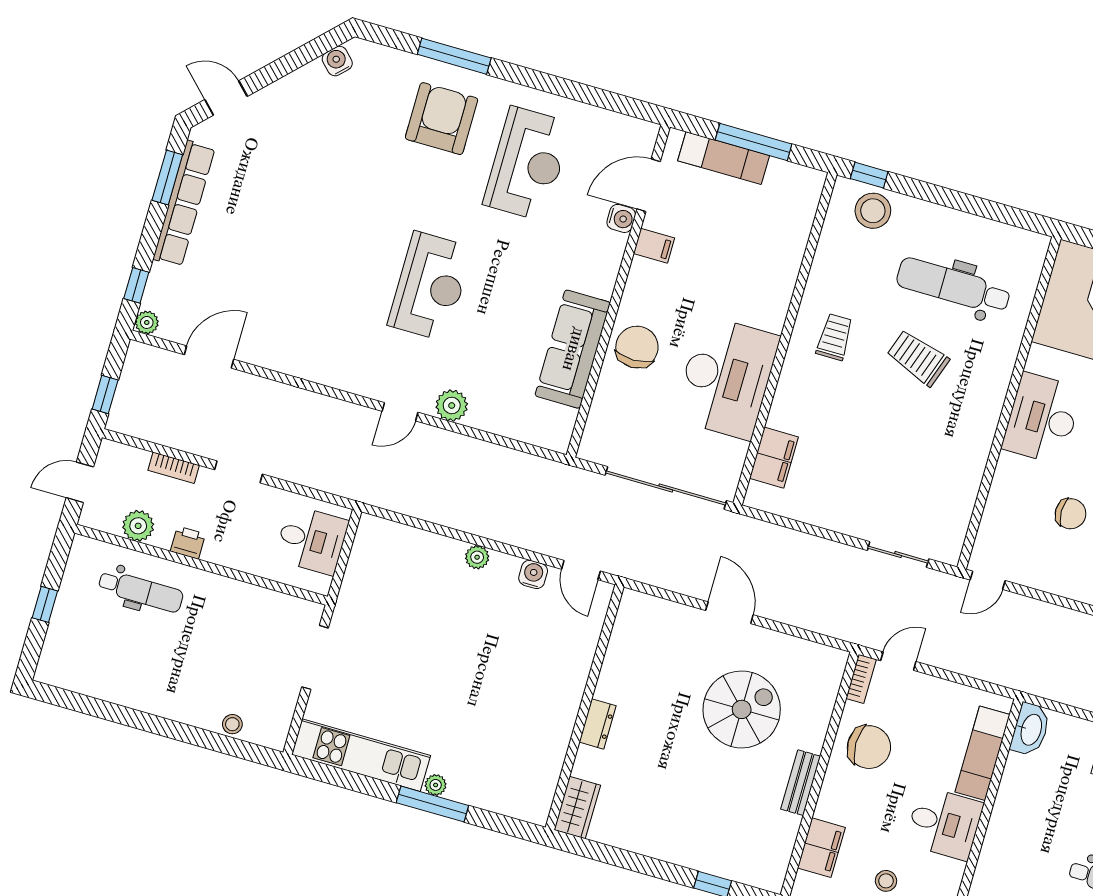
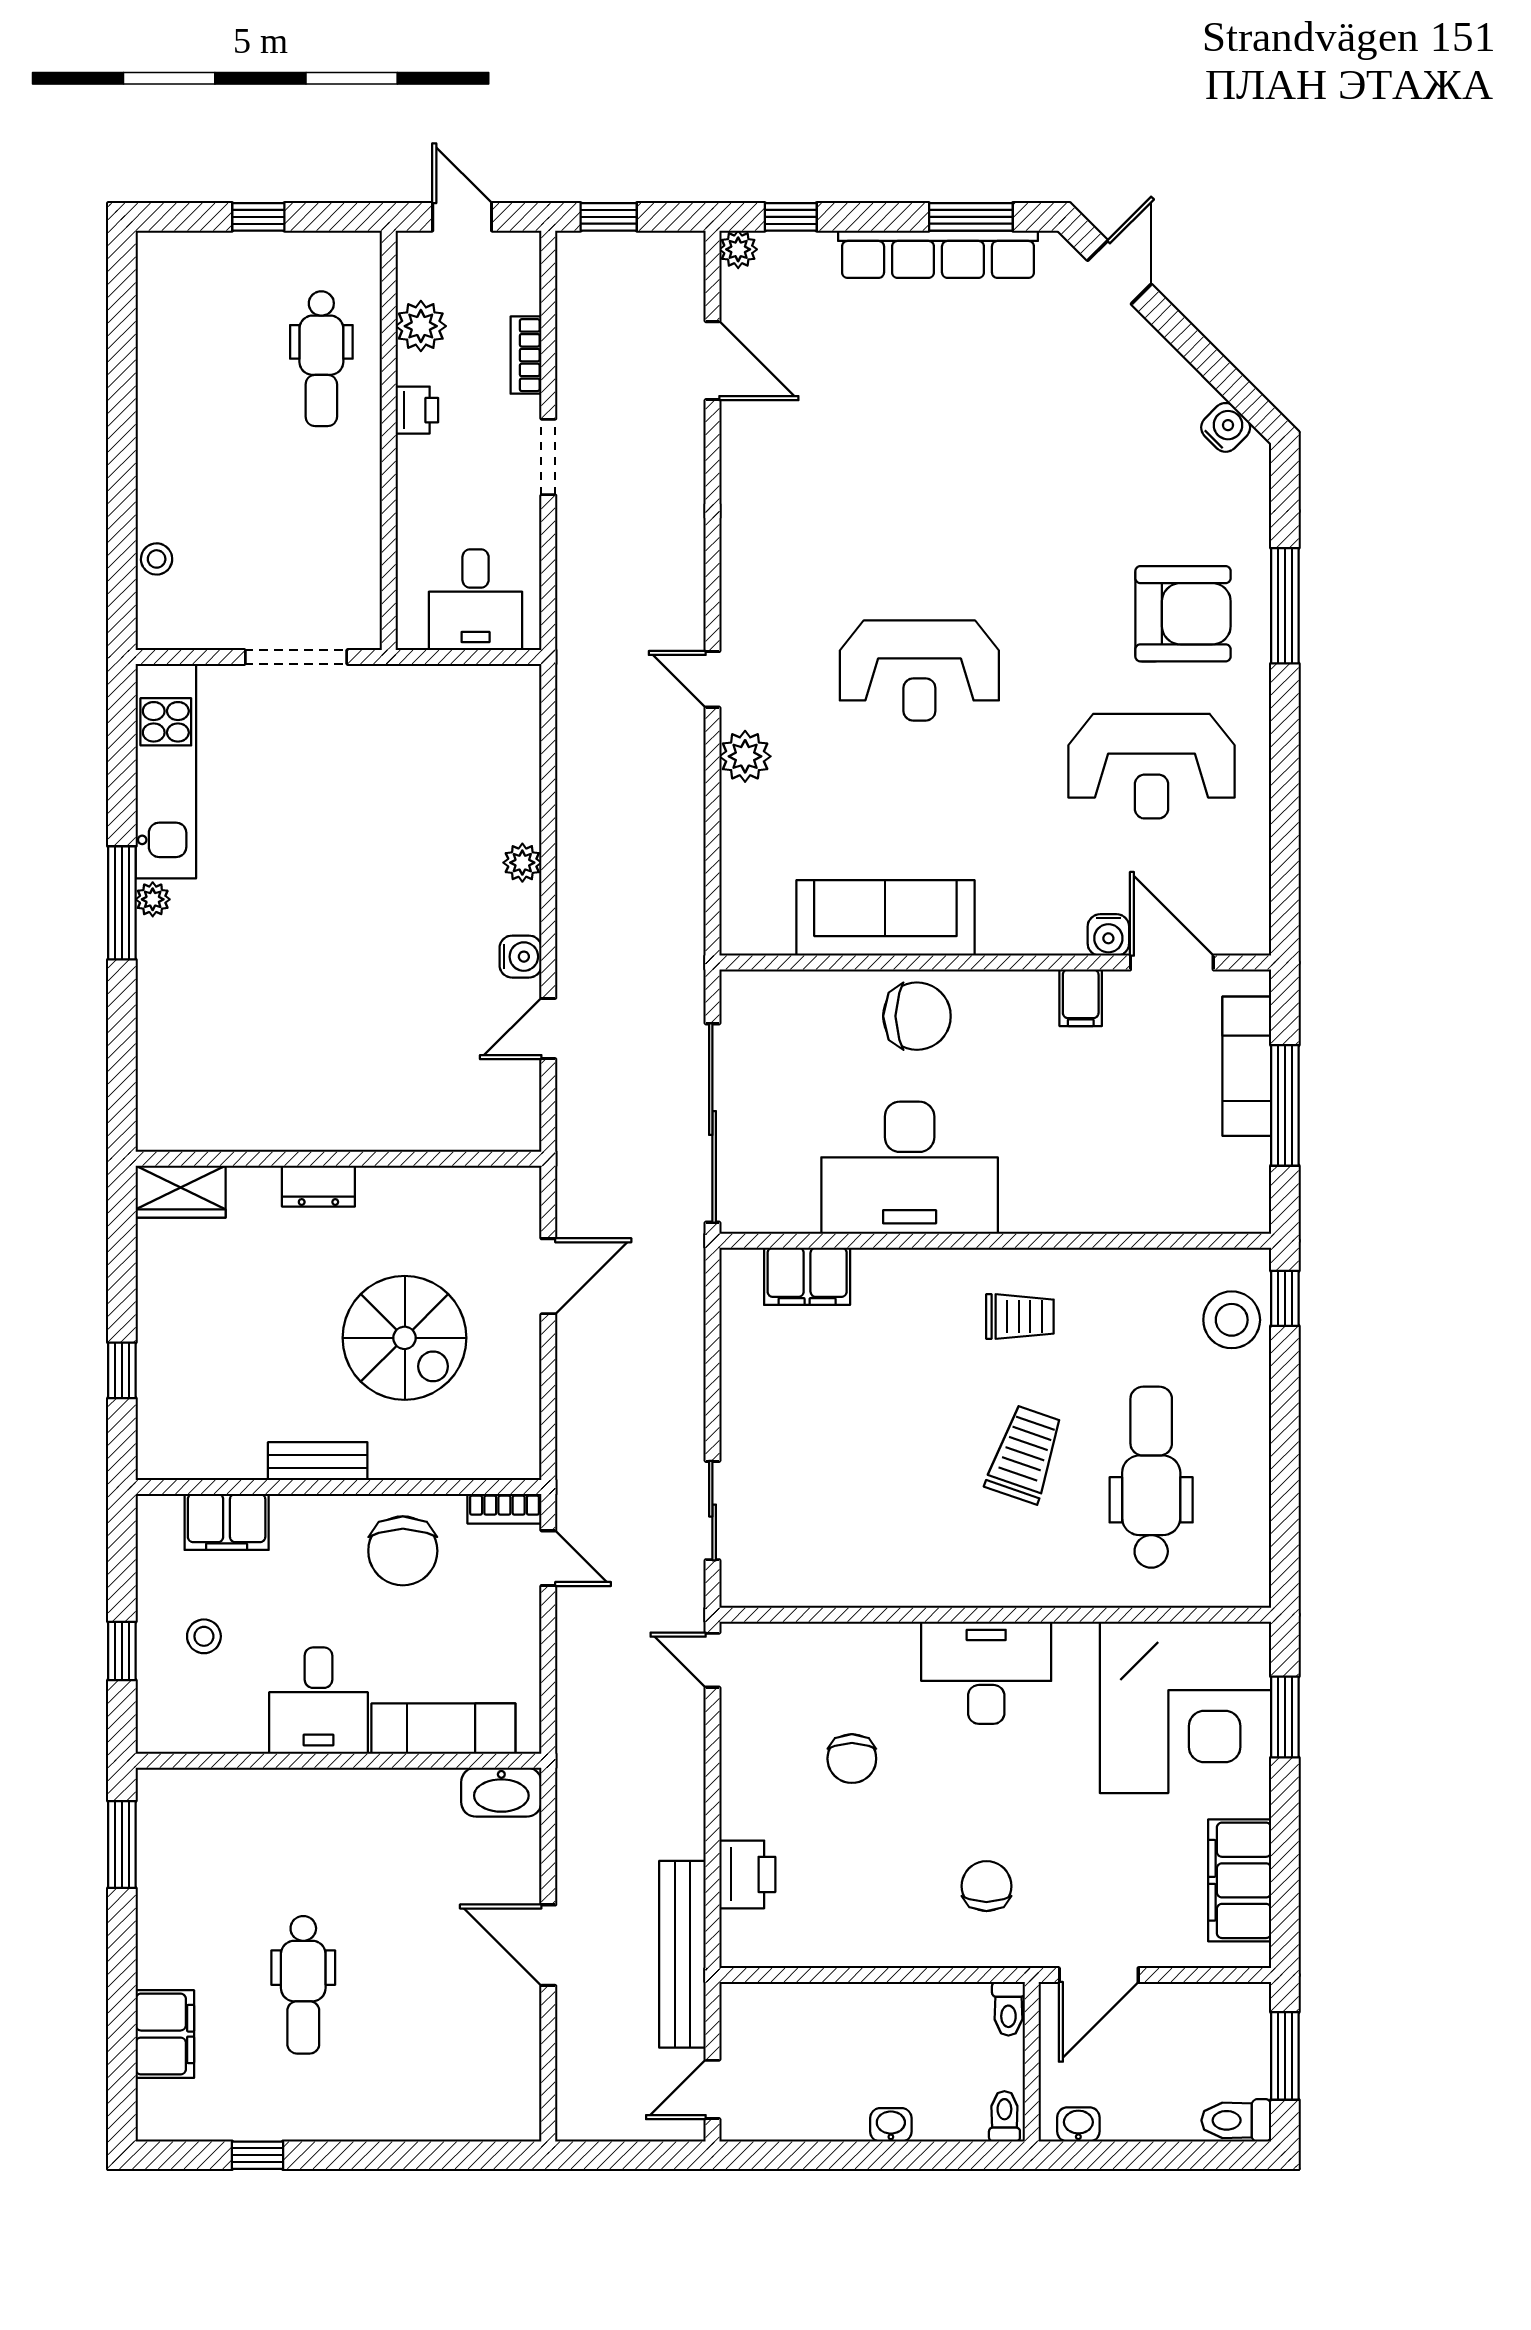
wall: (585, 707) -> (338, 1159), moved
dresser: (598, 724) -> (318, 1186), moved
wardrobe: (577, 808) -> (181, 1192), moved

